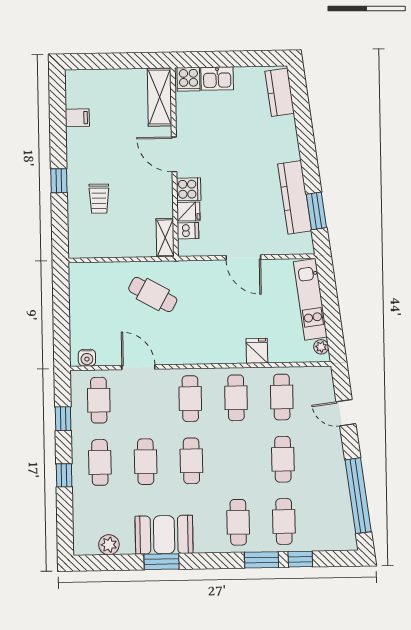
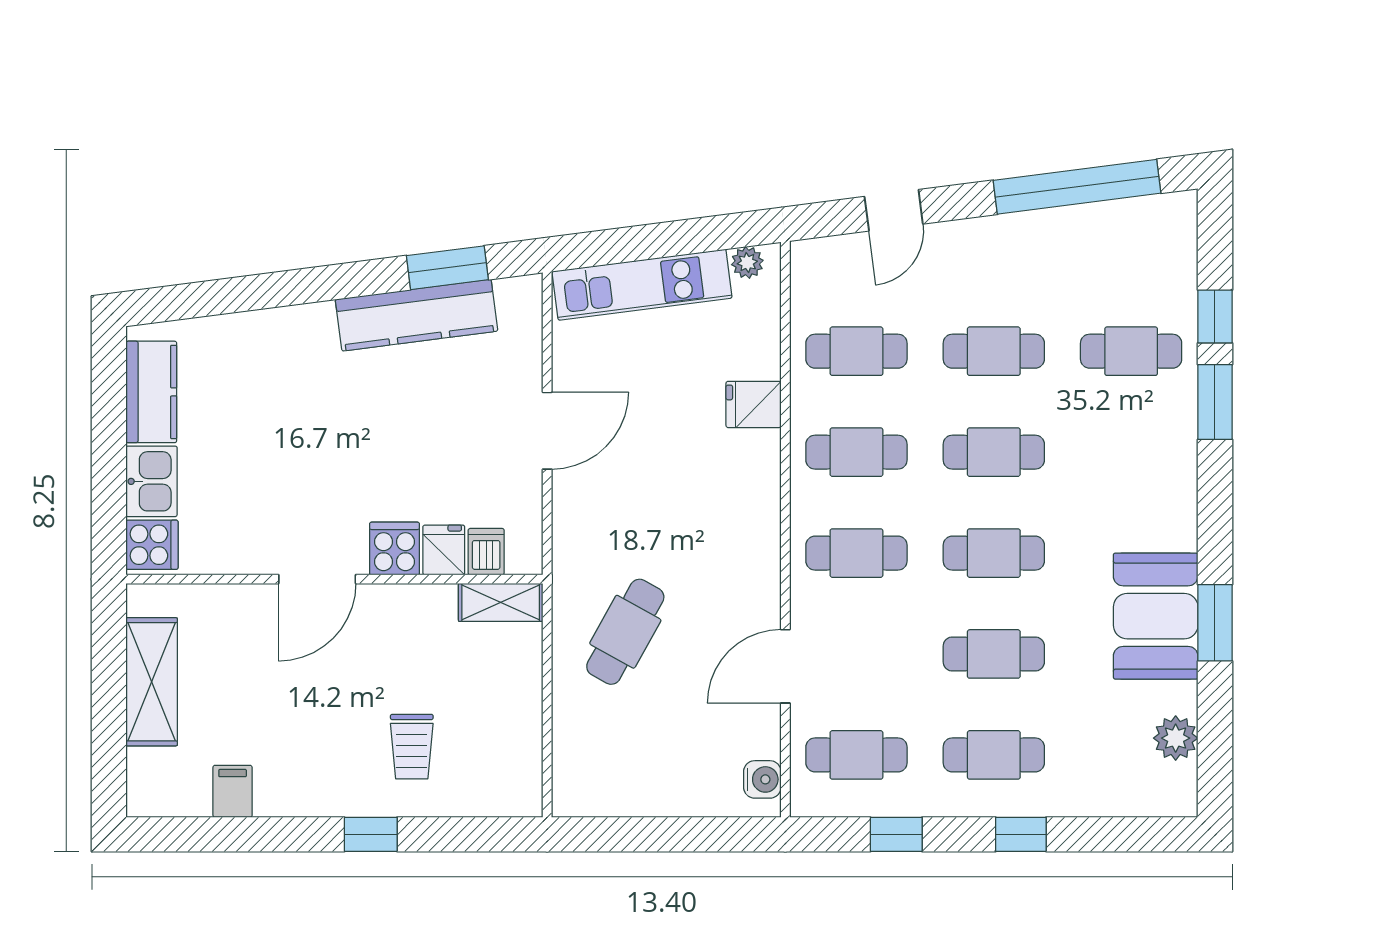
kitchen counter: (280, 92) -> (151, 392), moved, turned -83
shelving: (160, 97) -> (152, 682), moved, turned 90
trolley: (99, 199) -> (412, 747), turned 90
cafe table: (238, 522) -> (994, 452), moved

